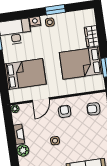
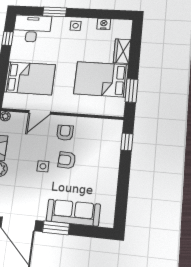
window: (55, 10) -> (55, 12), moved
nightstand: (35, 22) -> (104, 24), moved
armchair: (94, 109) -> (67, 160), moved

